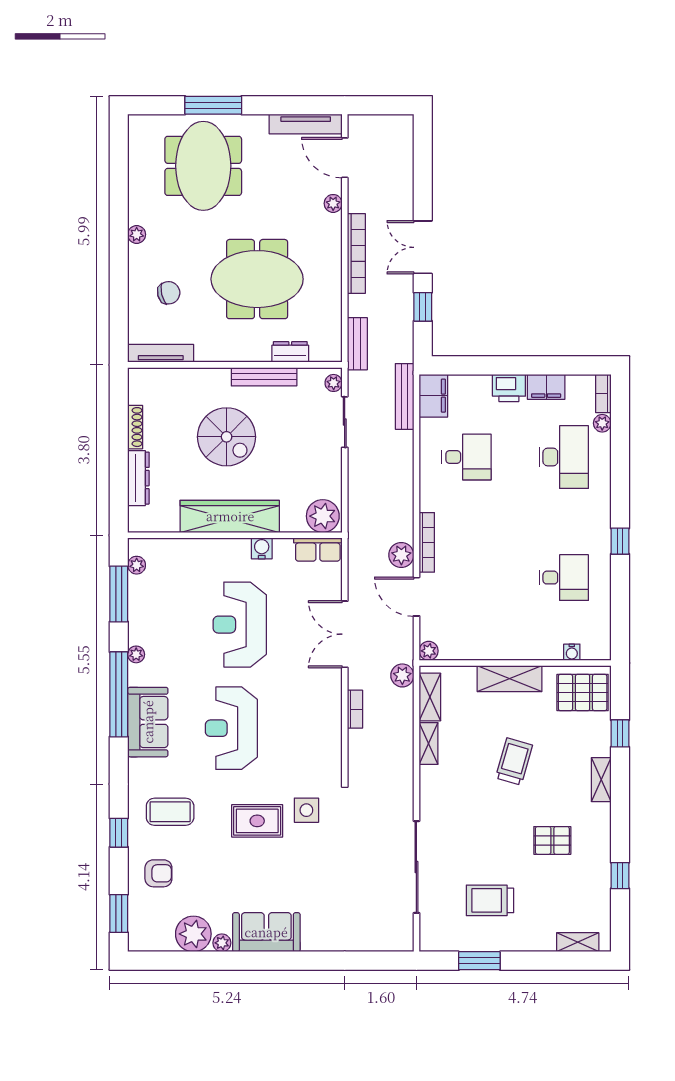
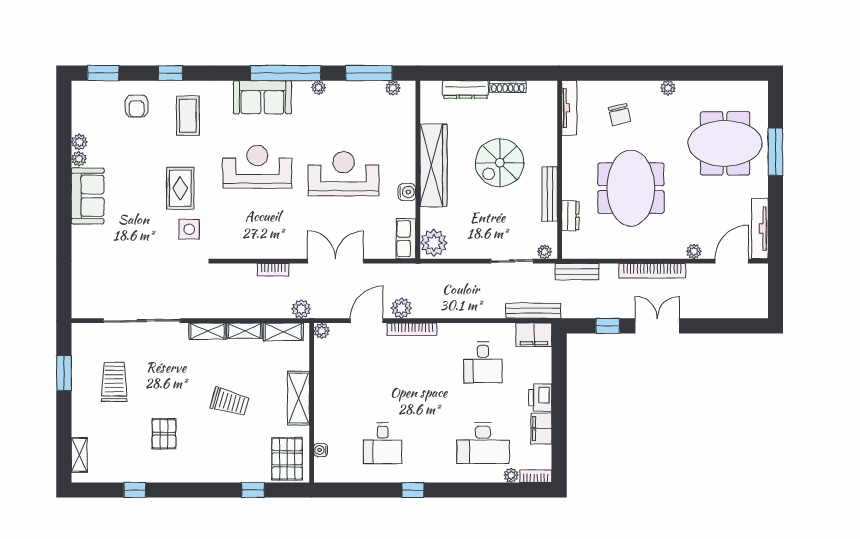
shelving: (601, 780) -> (207, 331), moved
plant: (193, 934) -> (79, 142), width x0.53, depth x0.53

